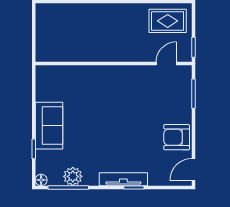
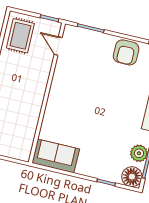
sofa: (49, 126) -> (56, 156), moved
floor lamp: (41, 180) -> (132, 177), width x1.89, depth x1.89

